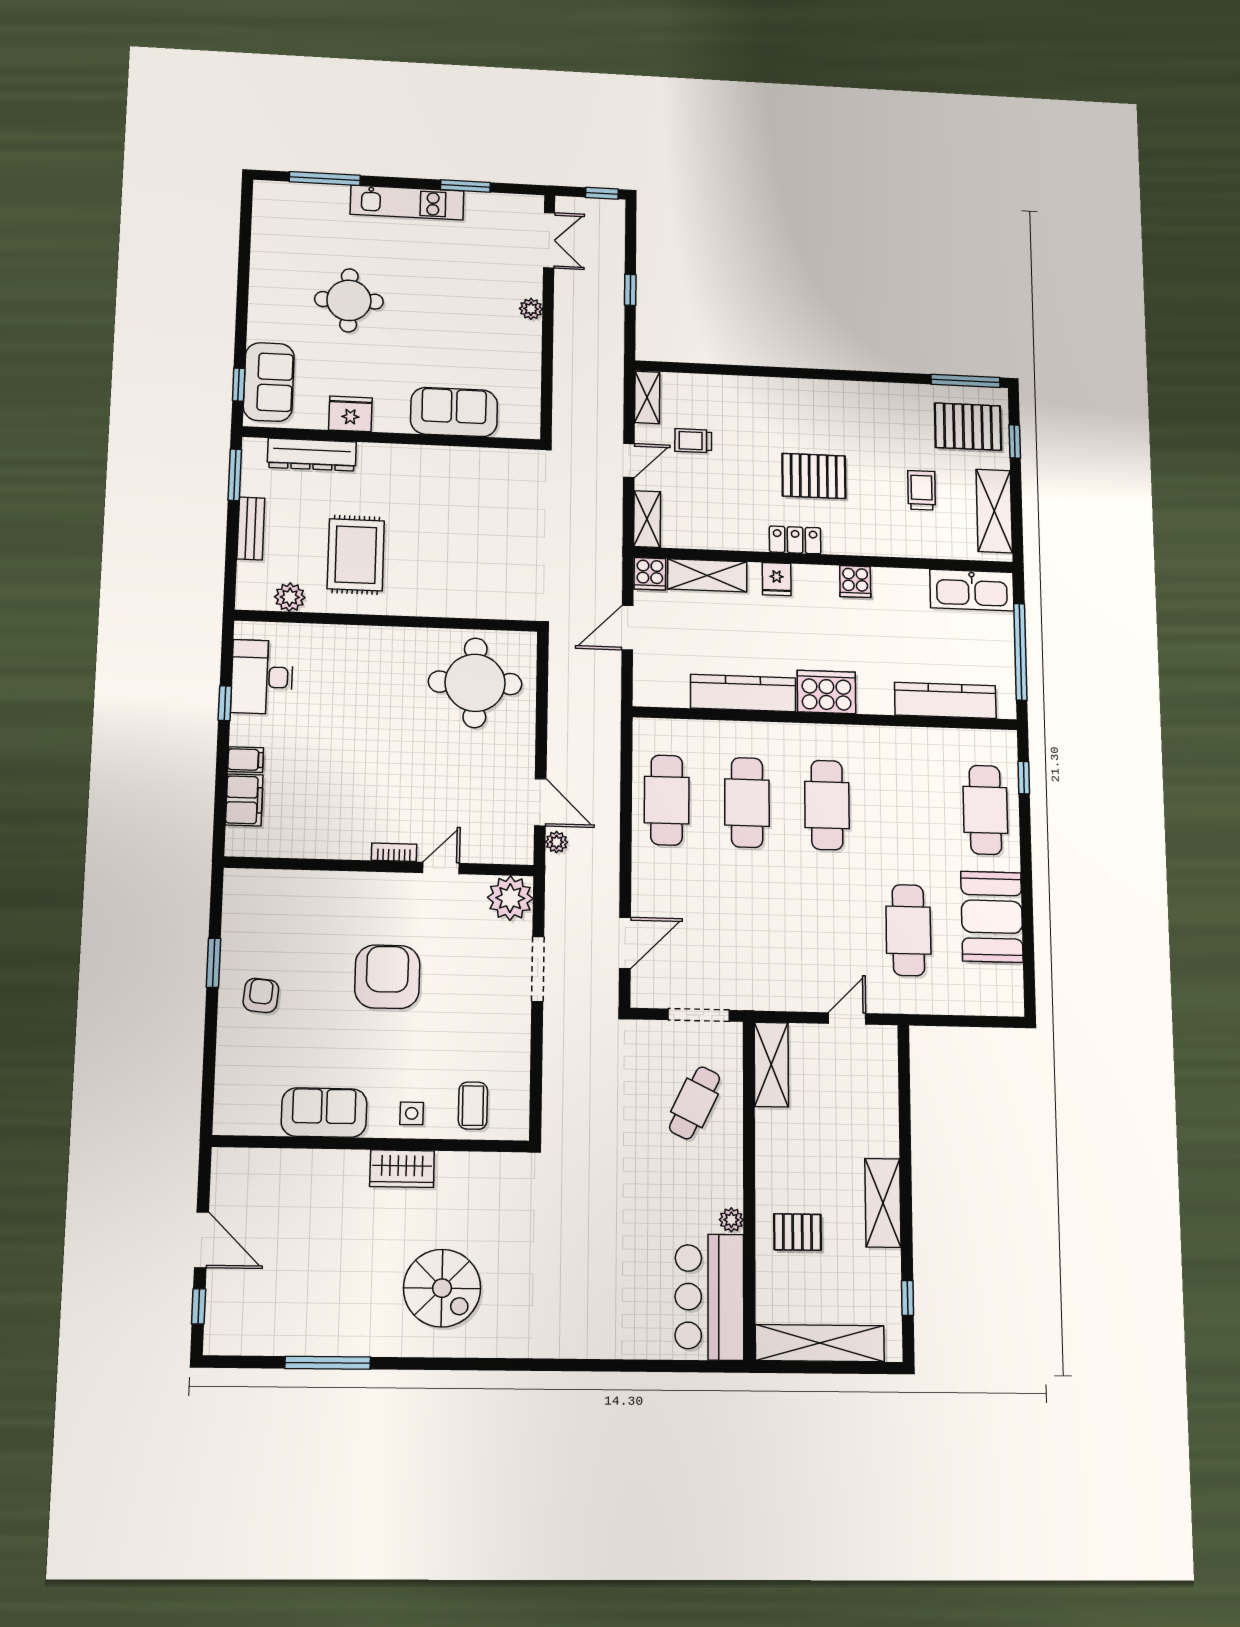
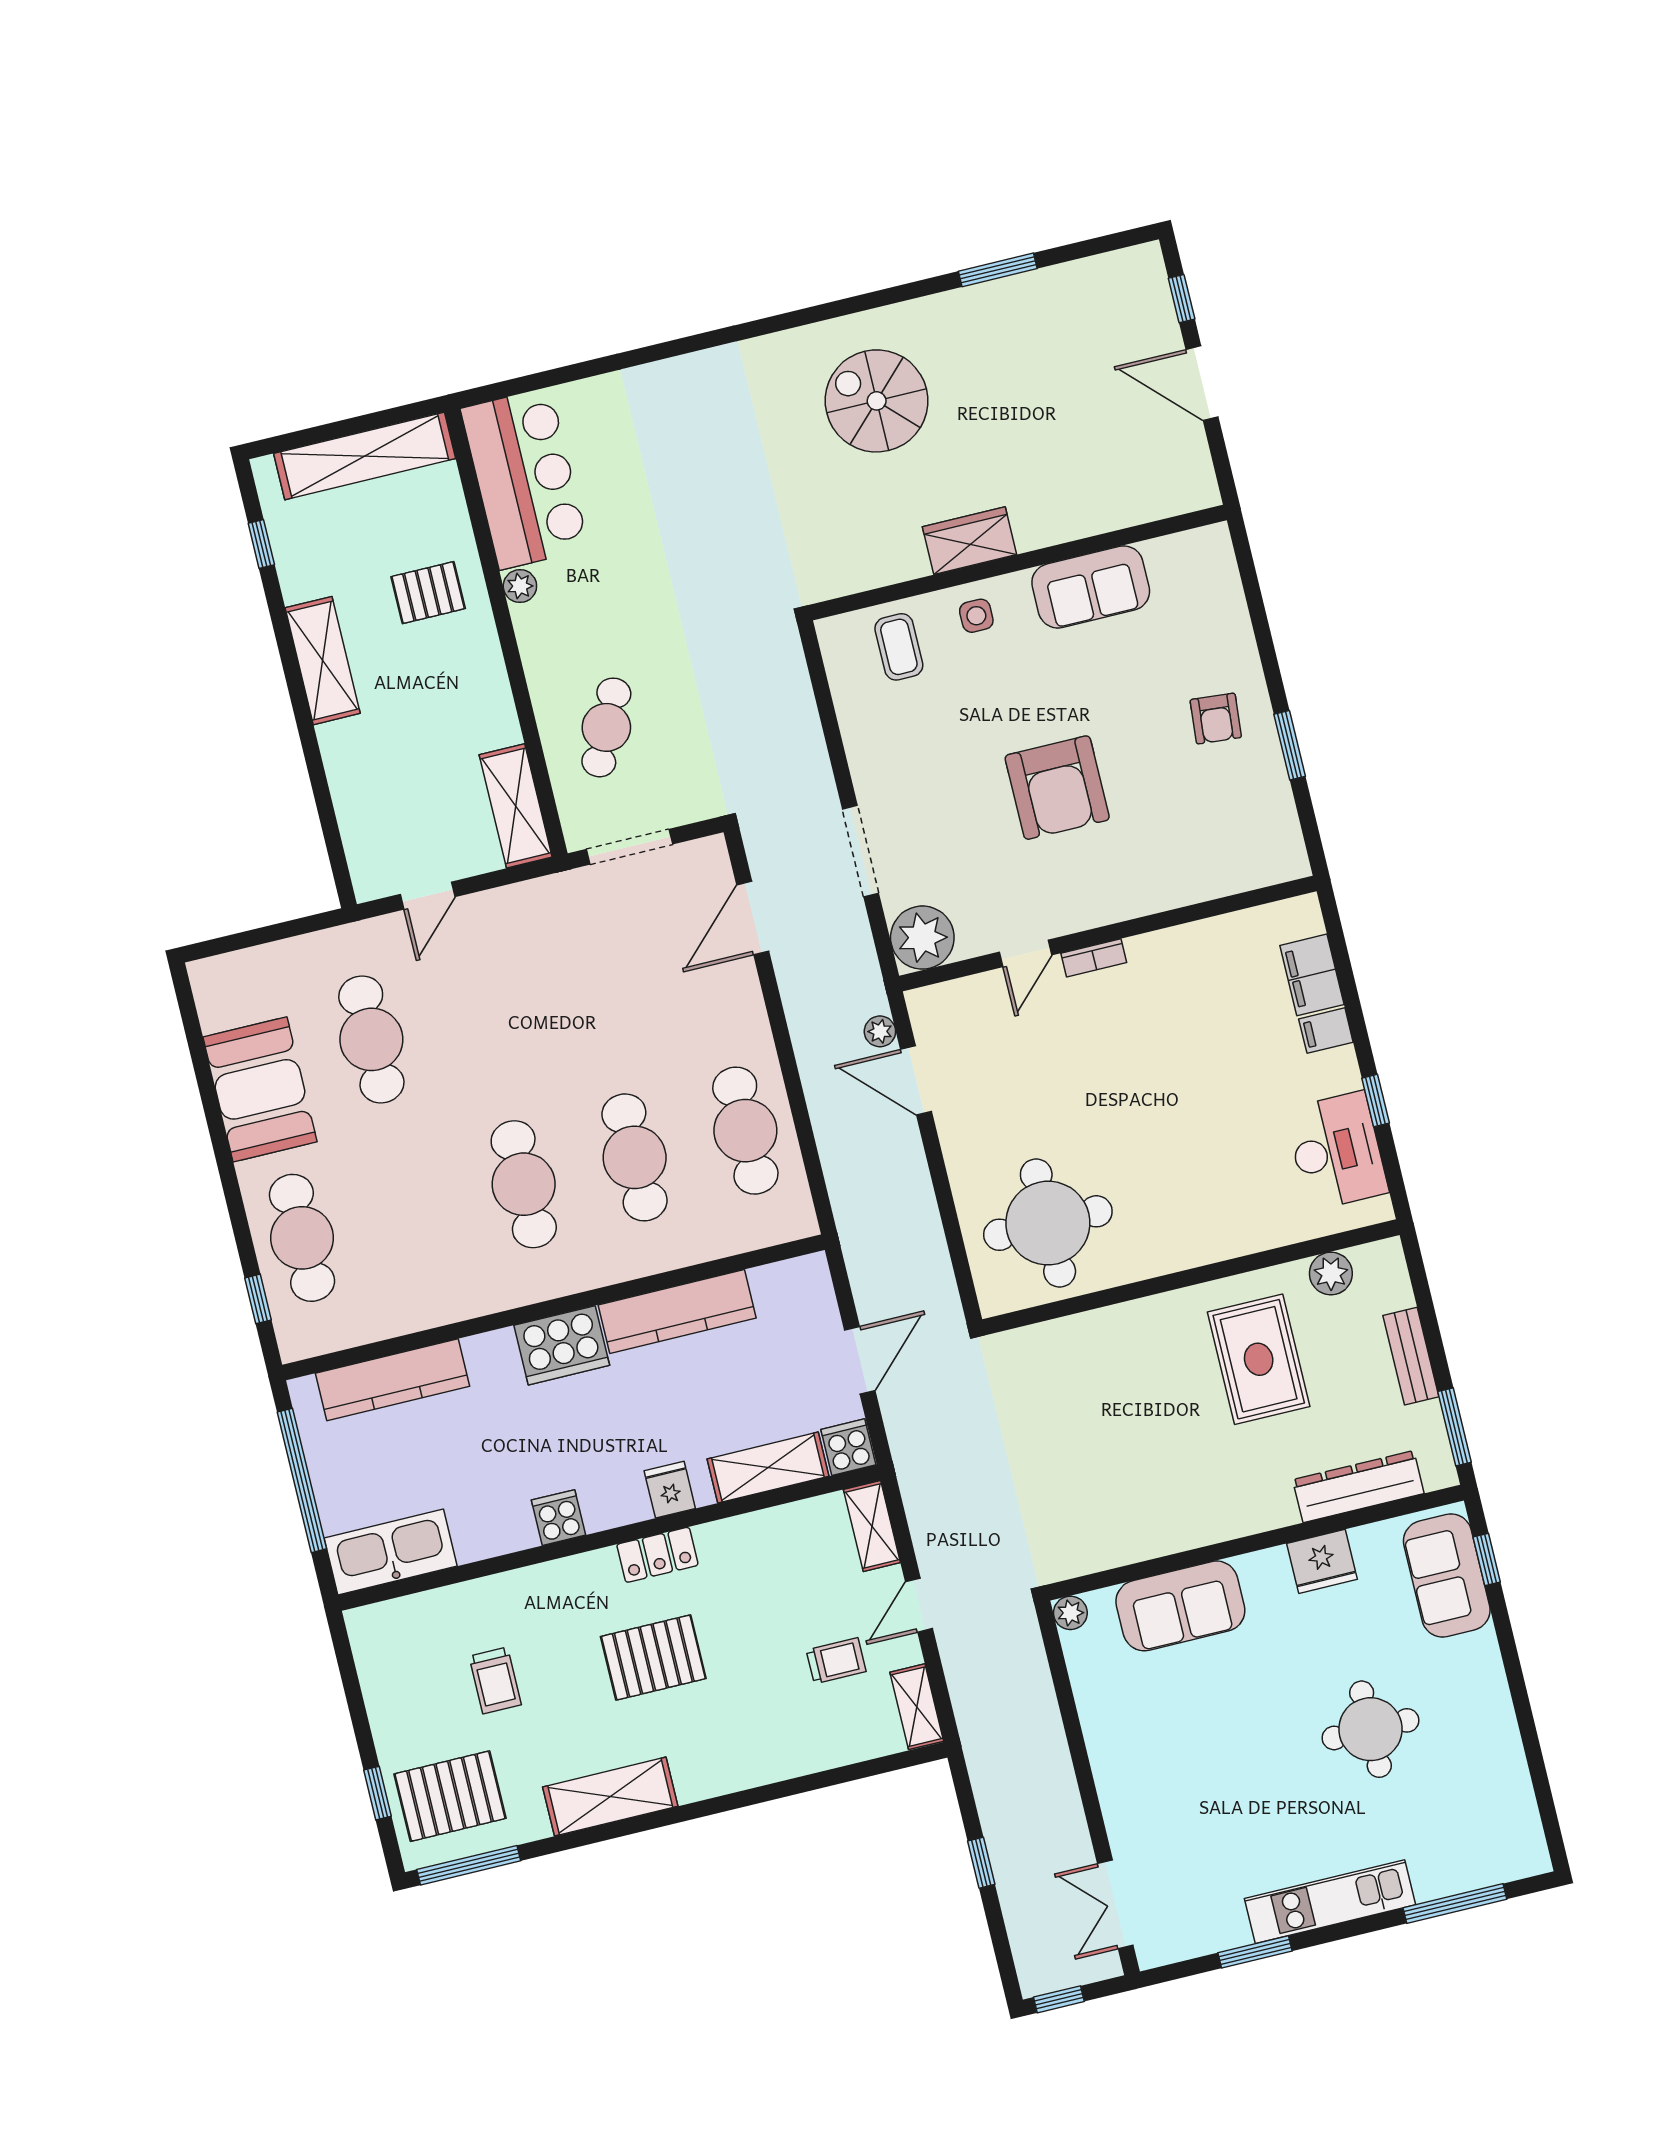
plant: (531, 309) -> (1070, 1613), moved
shelving: (994, 511) -> (610, 1797), moved, turned 90
window: (328, 1363) -> (998, 270), width x0.69

